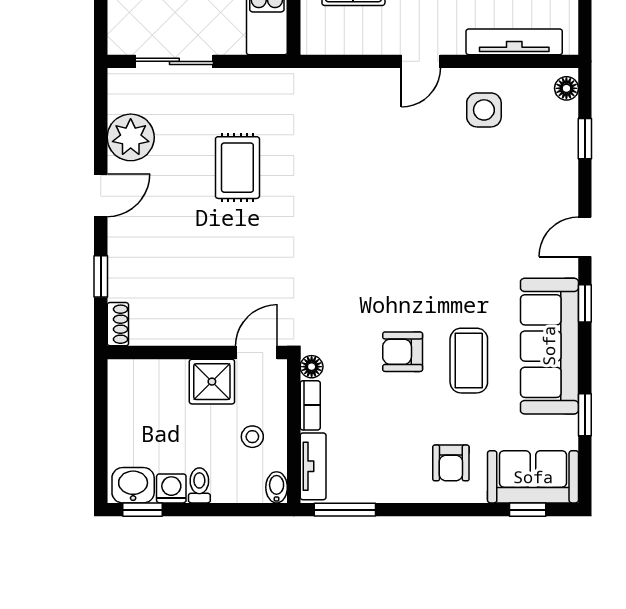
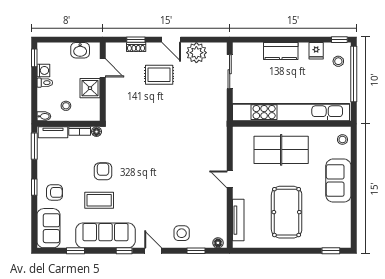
side table: (484, 110) -> (182, 233), moved
rug: (237, 168) -> (159, 75), moved
shoe rack: (118, 324) -> (136, 47), moved
door: (256, 353) -> (103, 68), moved
armchair: (451, 463) -> (54, 192), turned 180
washbasin: (133, 485) -> (80, 50), moved, turned 90
window: (528, 510) -> (34, 187), moved

